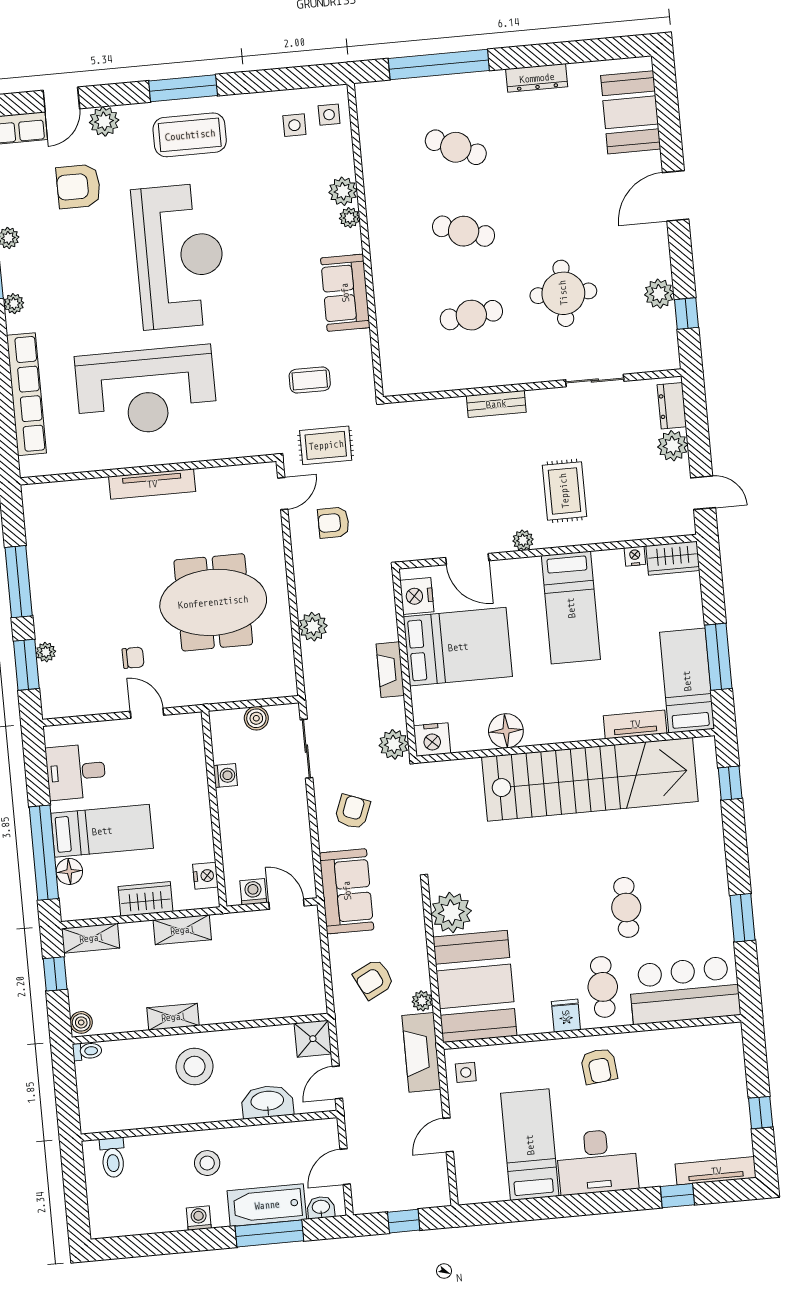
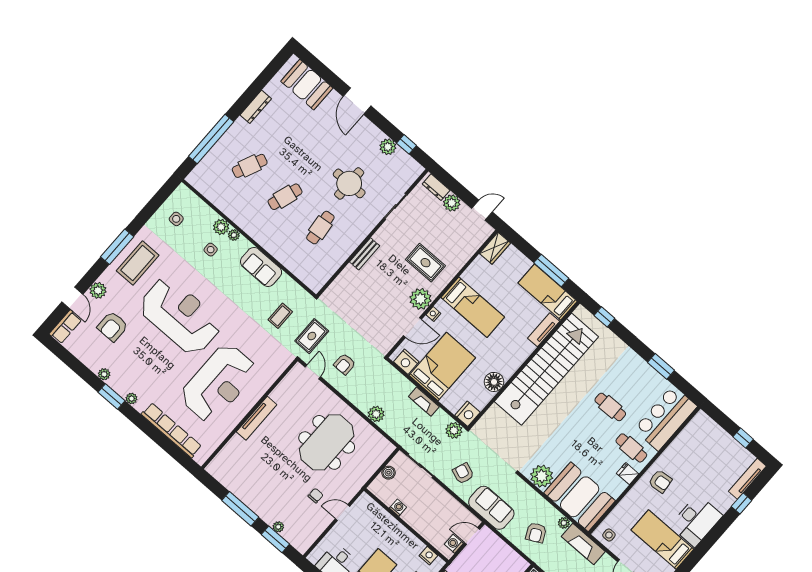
side table: (329, 115) -> (211, 250), moved
plant: (523, 540) -> (420, 299), width x1.88, depth x1.88
nightstand: (635, 556) -> (433, 314), moved

